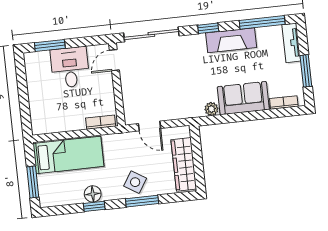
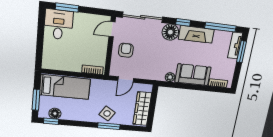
floor lamp: (194, 46) -> (170, 32), added
desk: (70, 67) -> (58, 25), moved
window: (306, 71) -> (242, 52), moved
armchair: (140, 84) -> (126, 50), added
door: (150, 126) -> (126, 80), hinge flipped
floor lamp: (93, 194) -> (55, 113), moved
window: (94, 206) -> (51, 121), moved

